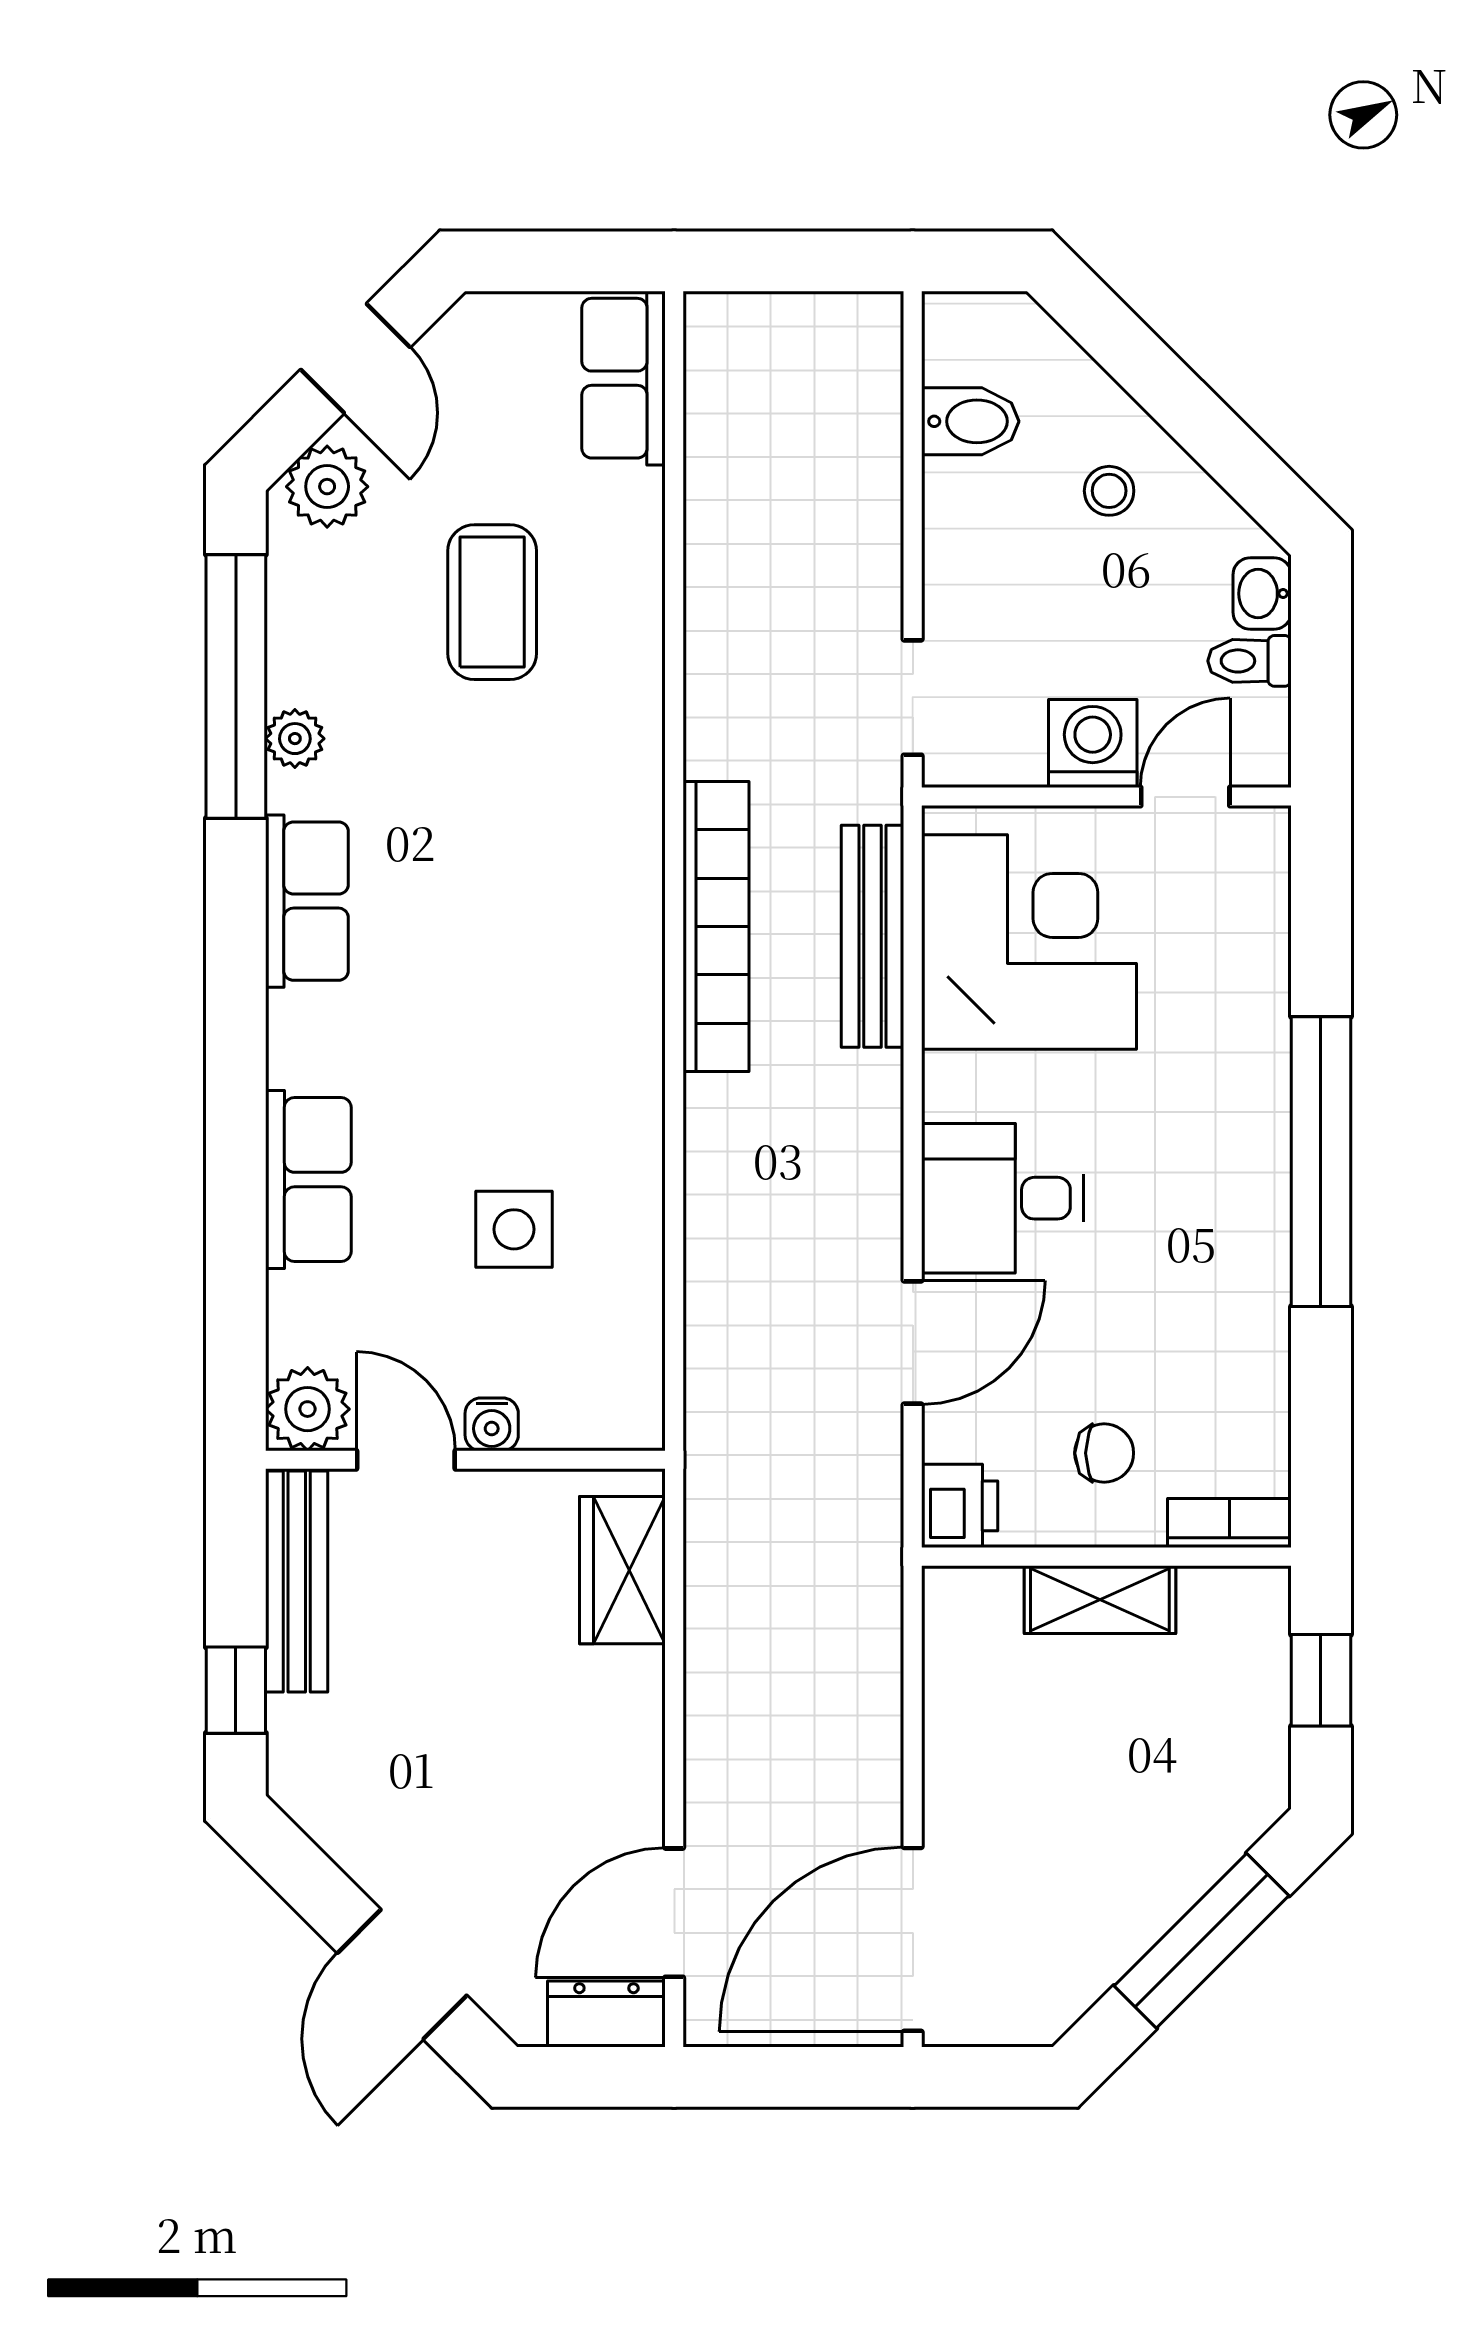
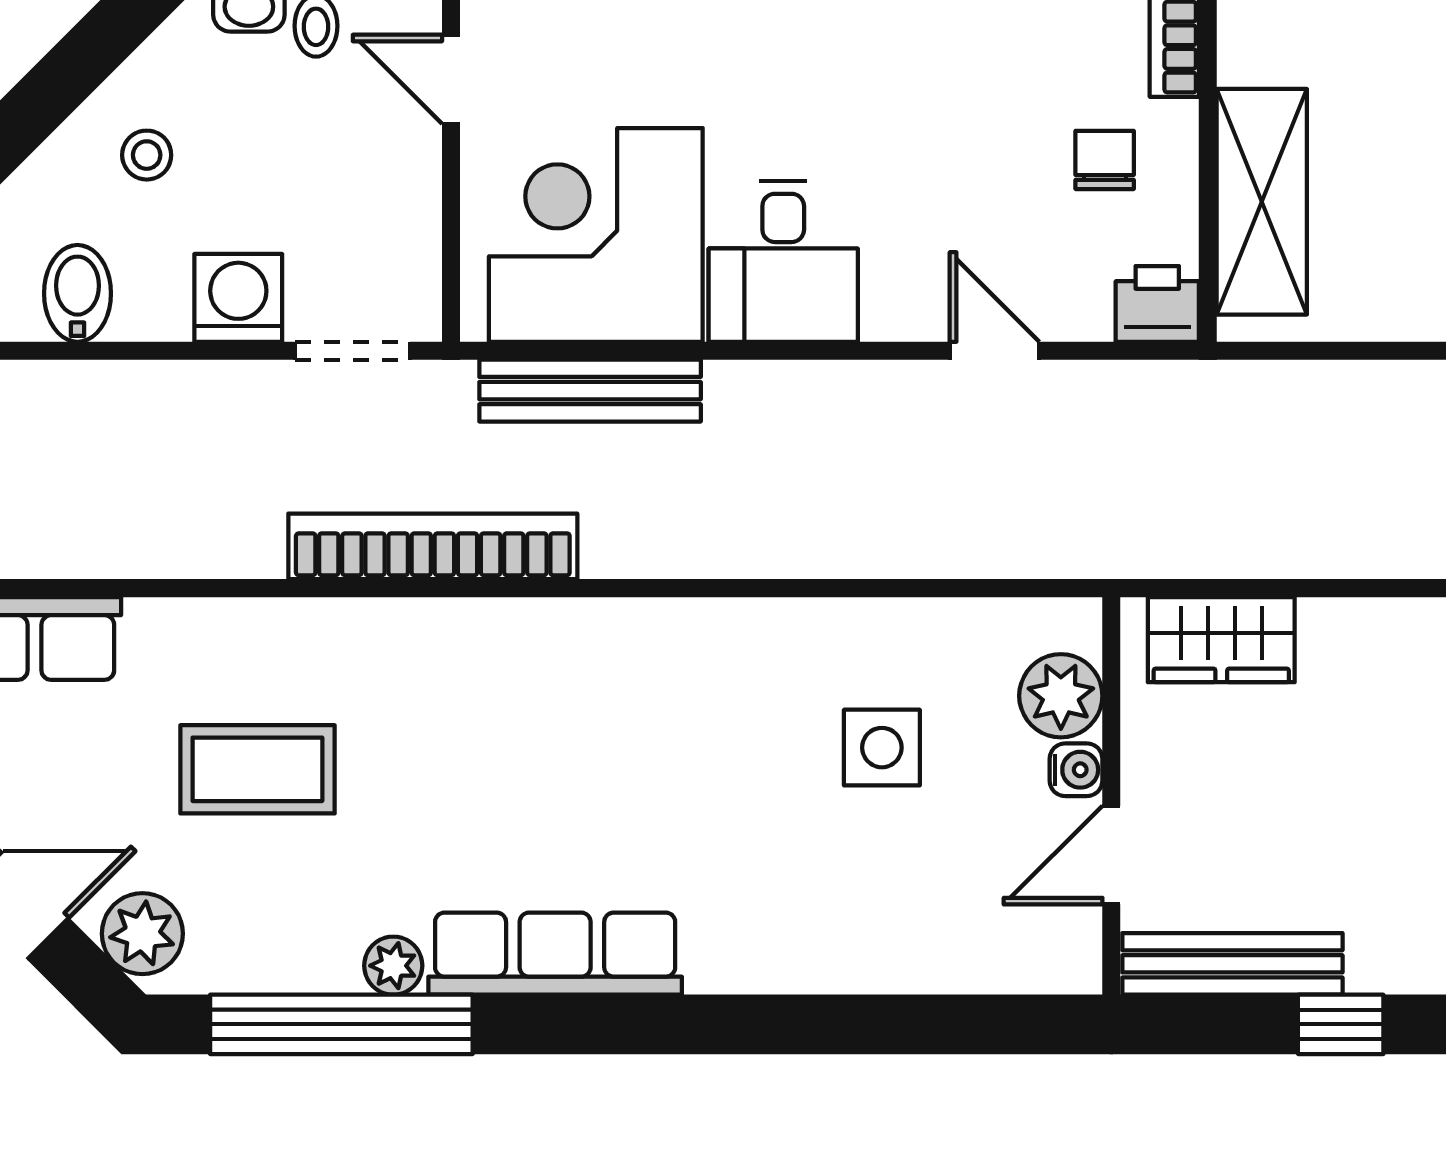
washing machine: (1093, 743) -> (238, 298), moved, turned 90
row of seats: (307, 901) -> (555, 954), width x1.48
bookcase: (716, 927) -> (433, 546), moved
row of seats: (308, 1180) -> (832, 952), removed
desk: (1002, 1198) -> (783, 261), moved
door: (913, 1342) -> (995, 351), width x0.73
plant: (308, 1409) -> (1061, 696), moved
shelving: (1100, 1600) -> (1262, 202), width x1.50, depth x1.33

